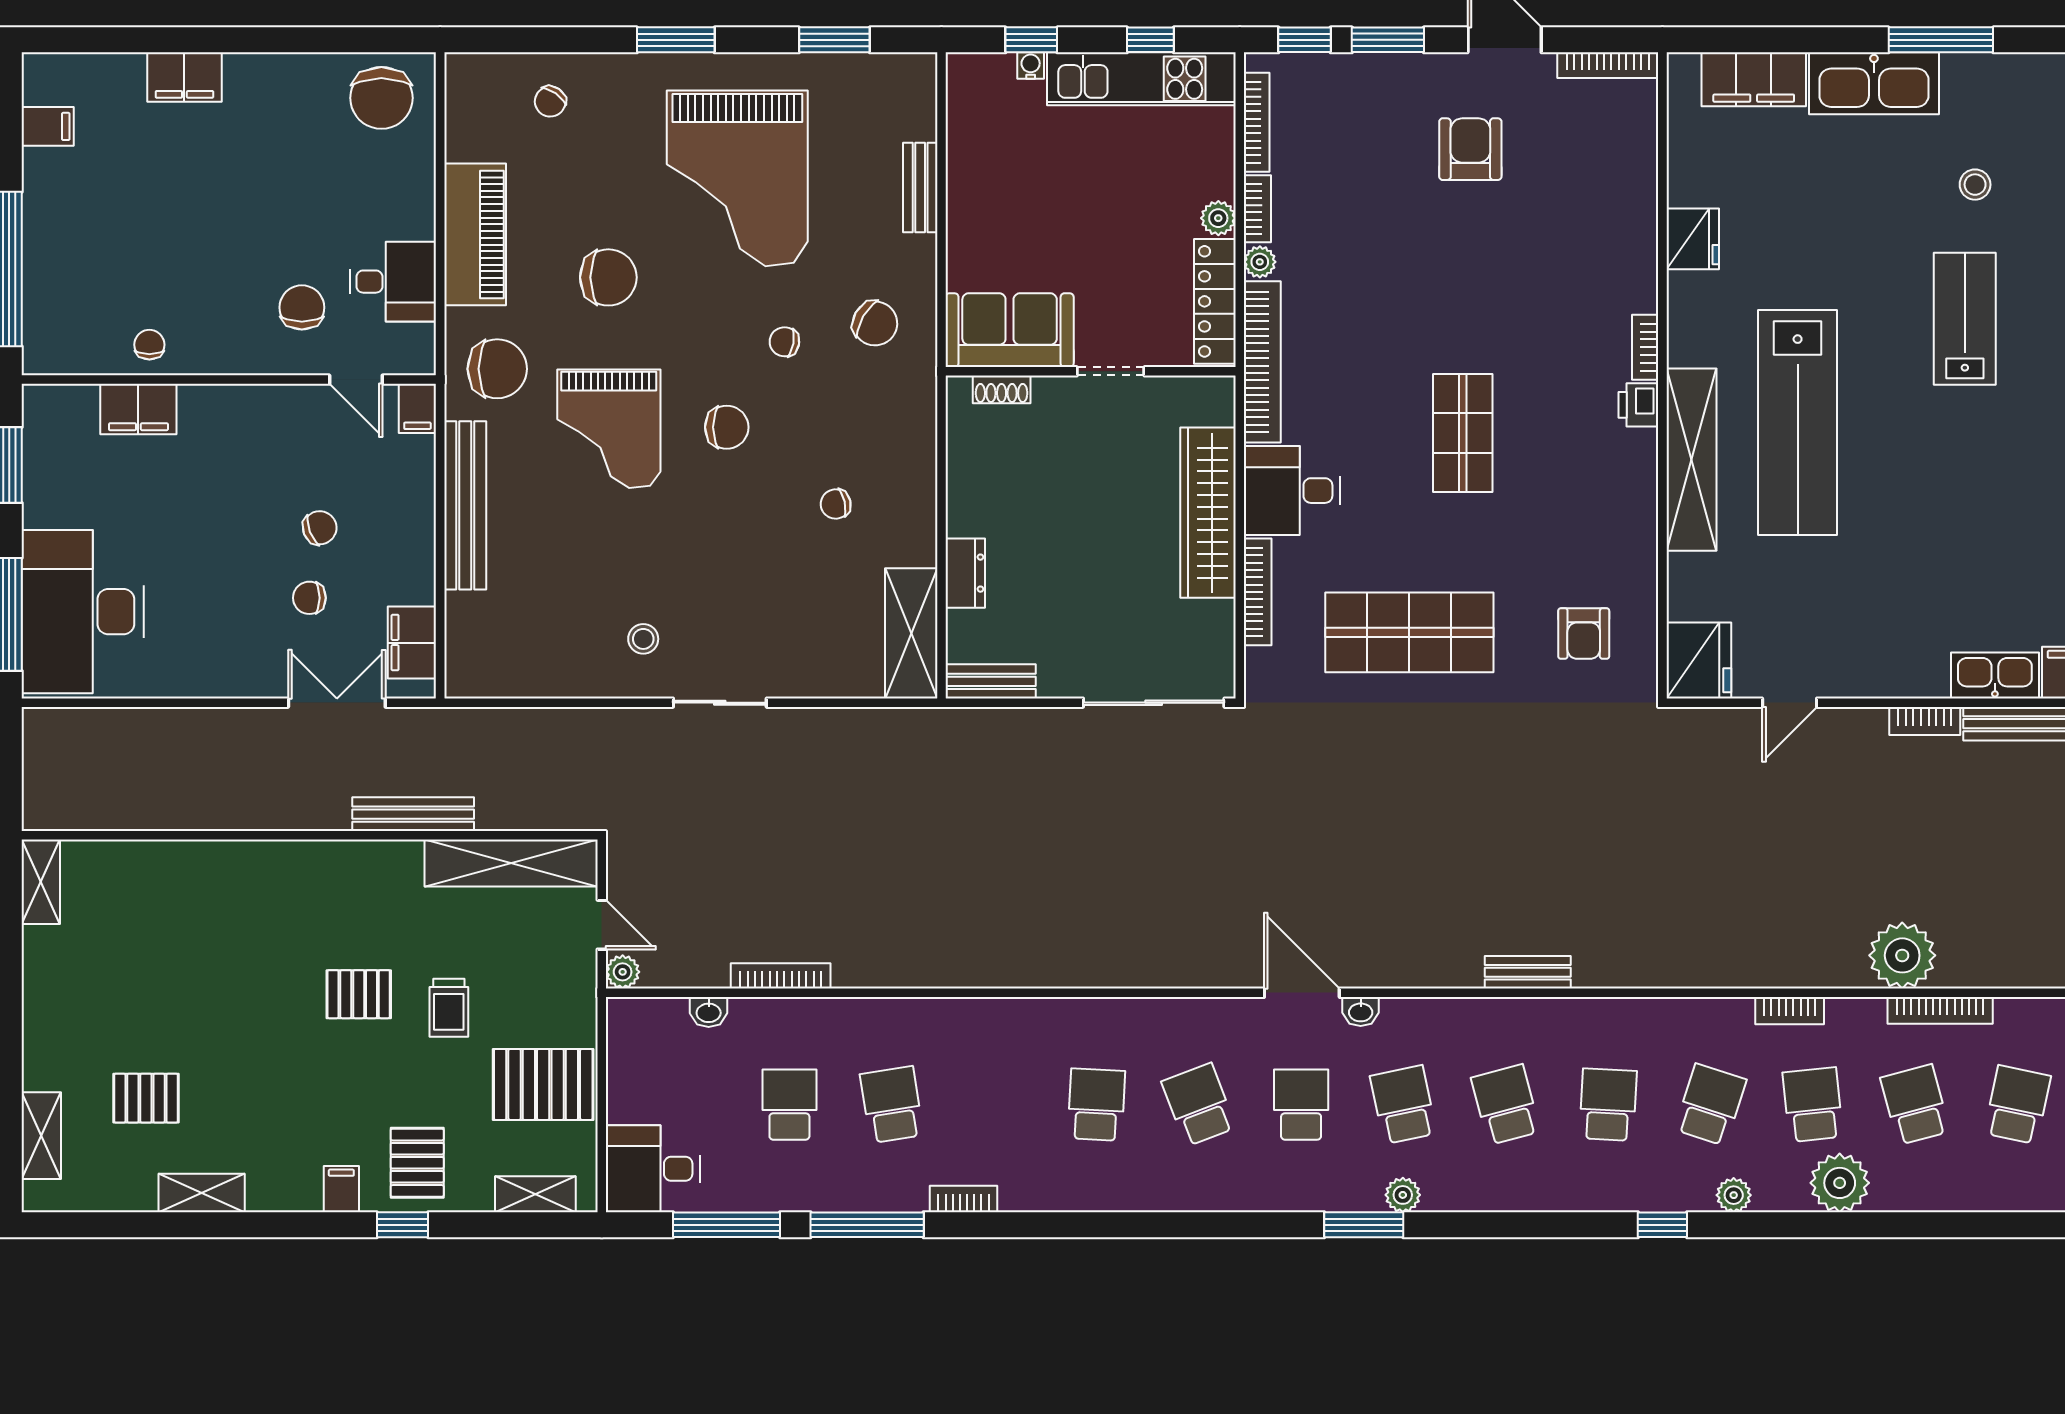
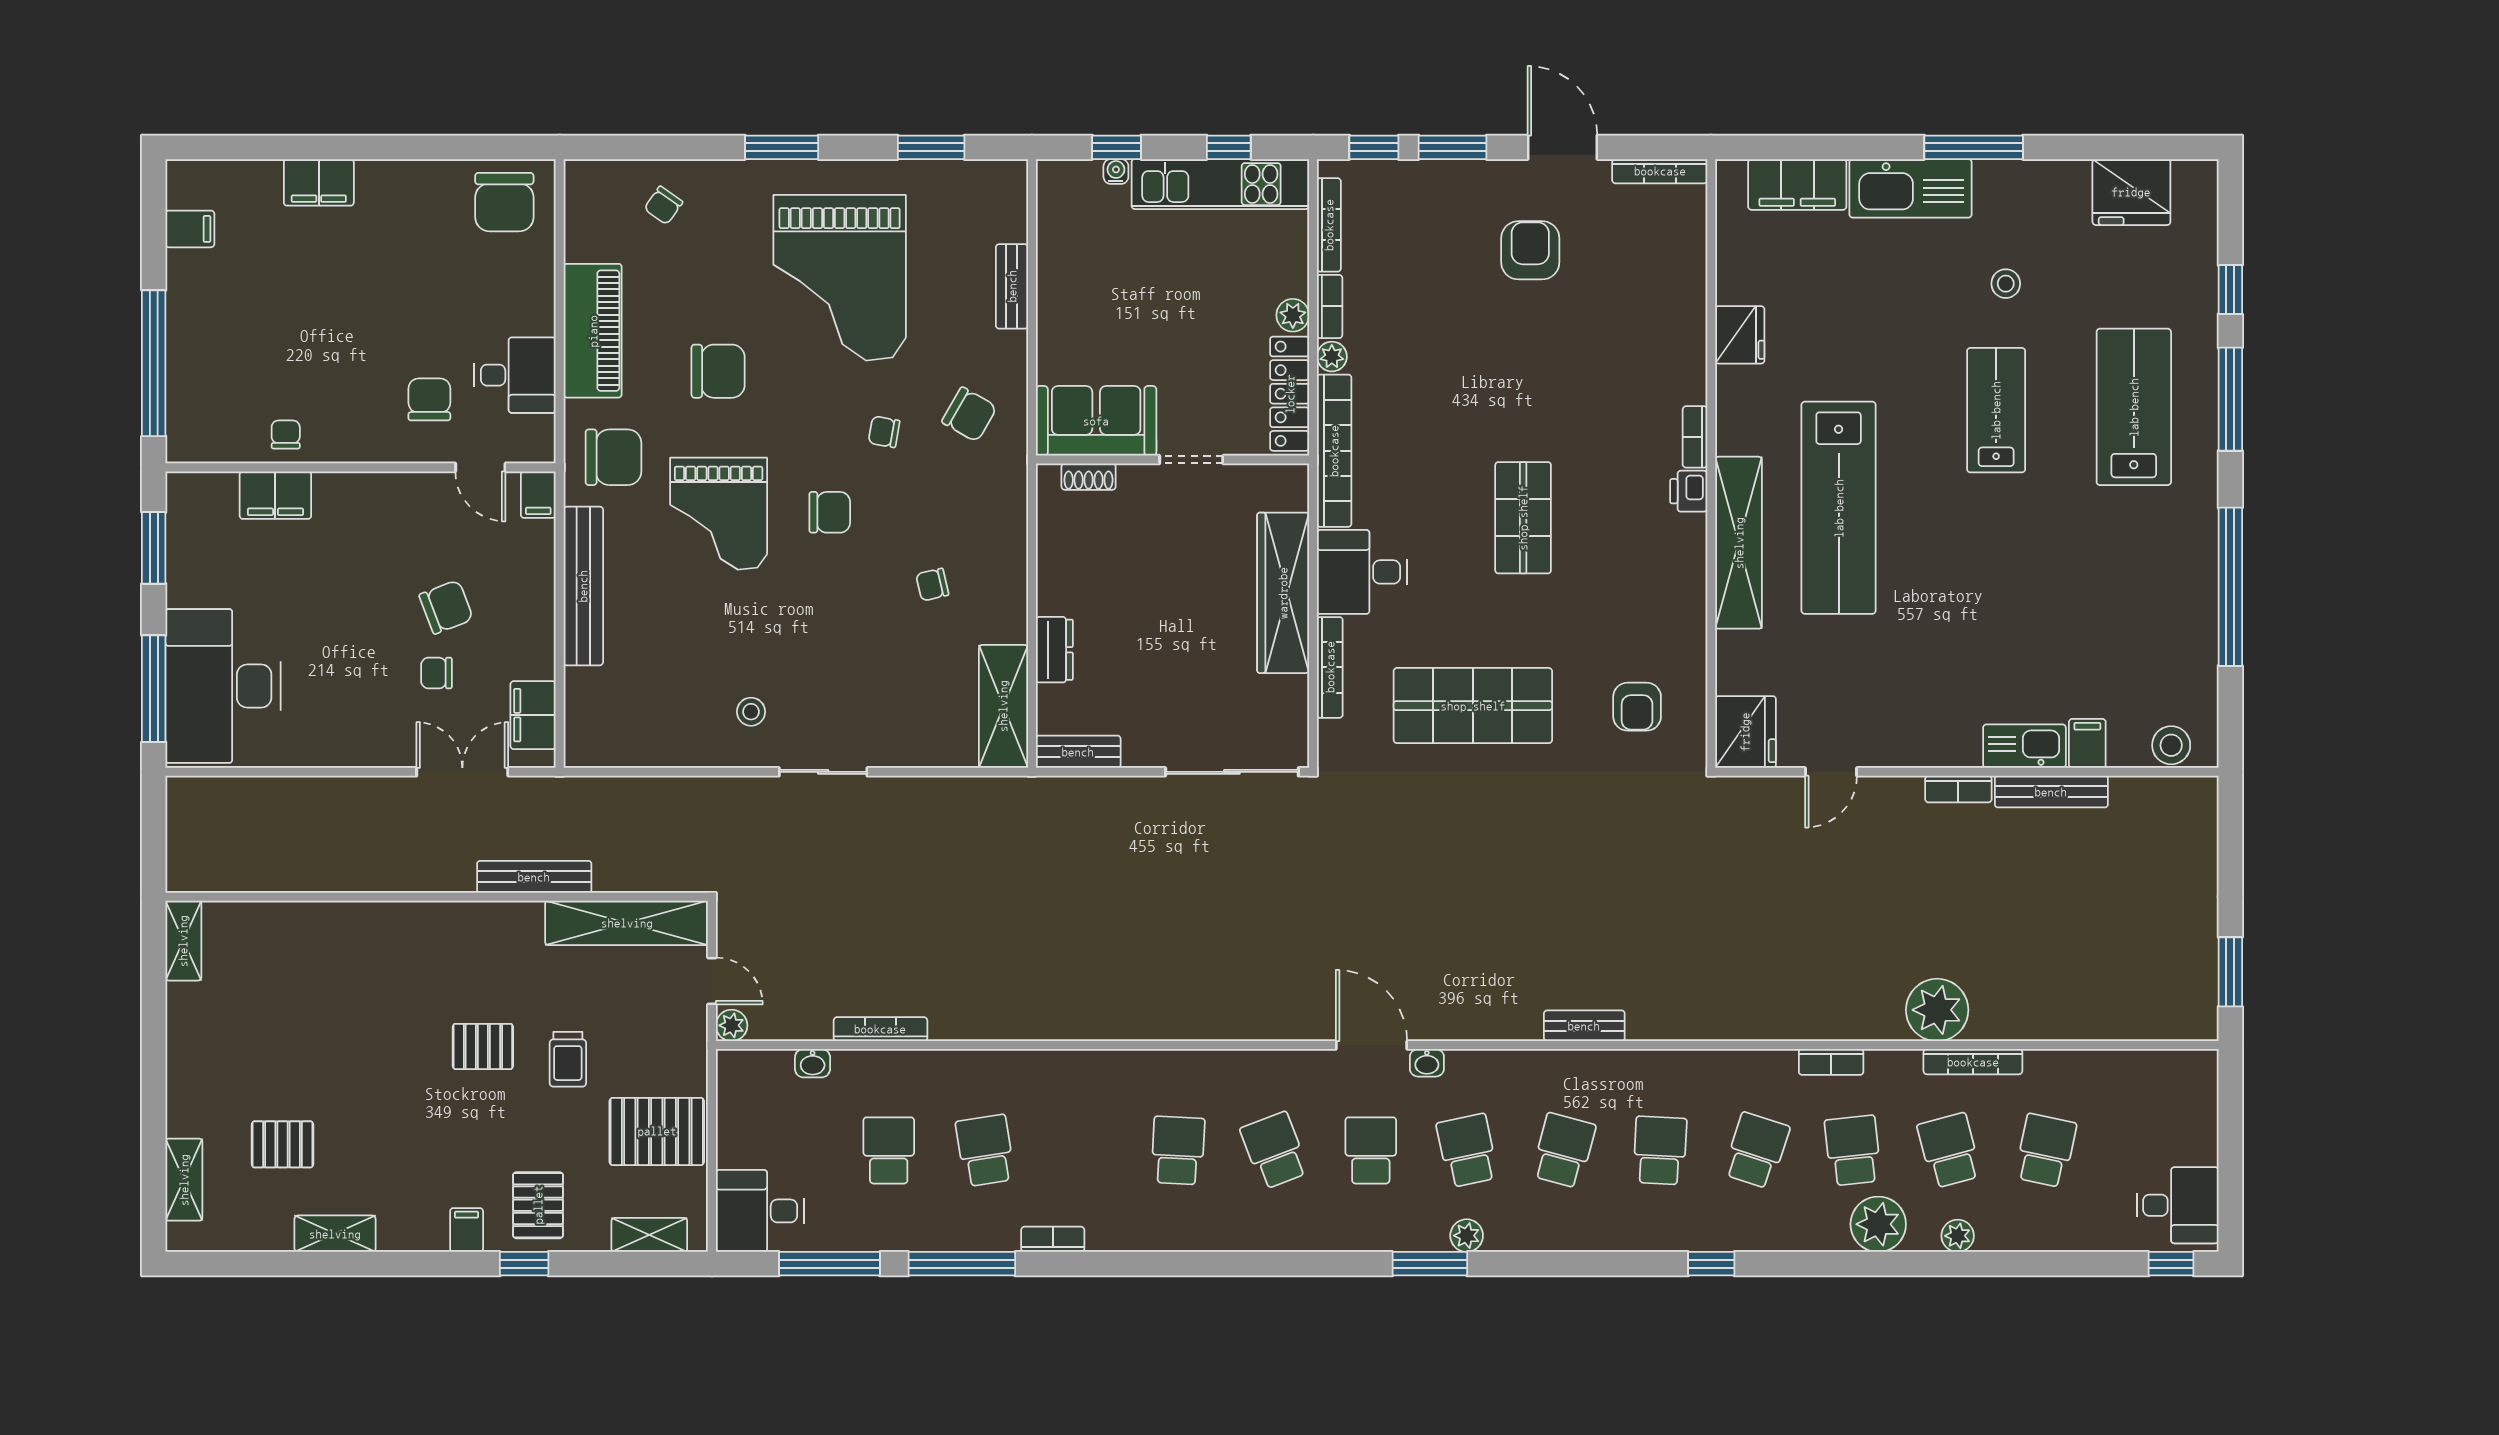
chair: (320, 528) -> (446, 607), width x1.37, depth x1.37
school desk: (1506, 1105) -> (1564, 1150), turned 30
plant: (1734, 1195) -> (1958, 1236), moved

